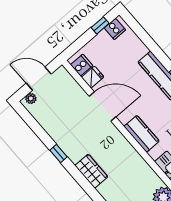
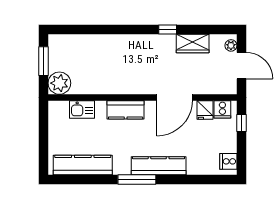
window: (100, 25) -> (241, 123), moved
door: (39, 79) -> (241, 66), hinge flipped
wardrobe: (91, 171) -> (193, 44), moved

